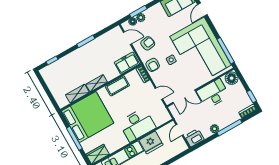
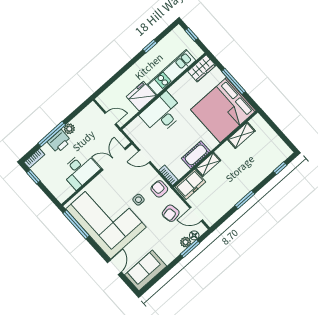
floor lamp: (232, 78) -> (62, 193), removed
shelving: (97, 83) -> (208, 164), moved
door: (180, 130) -> (111, 118), hinge flipped
printer: (194, 138) -> (59, 141), moved

